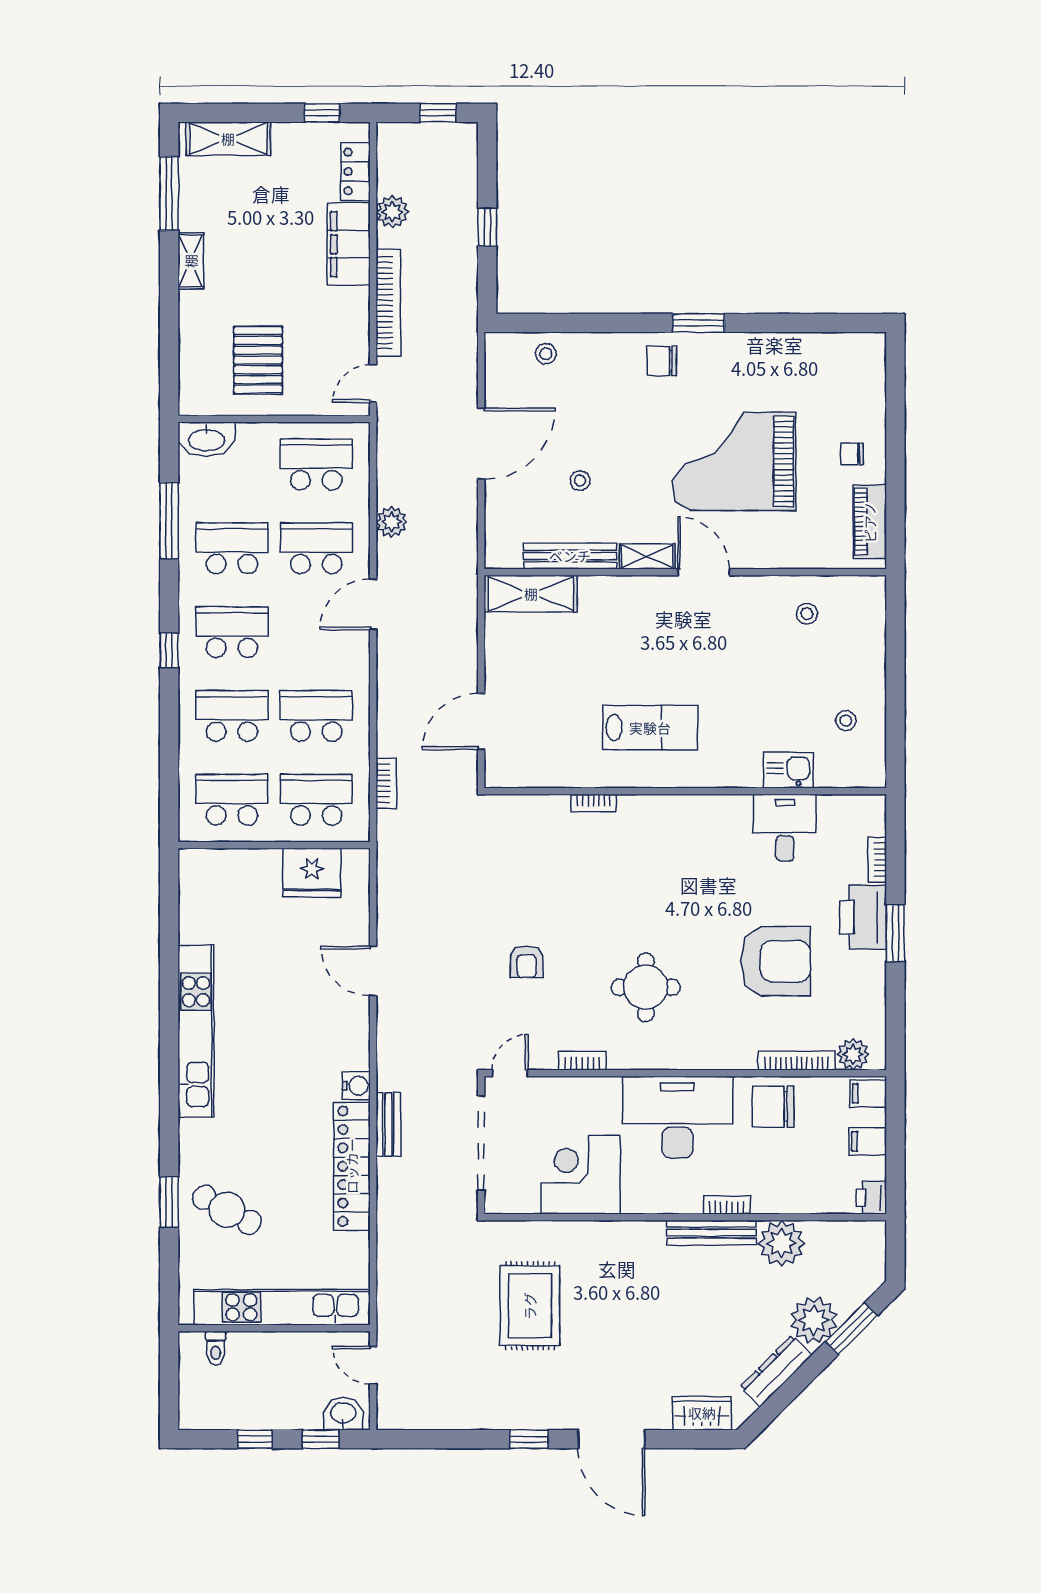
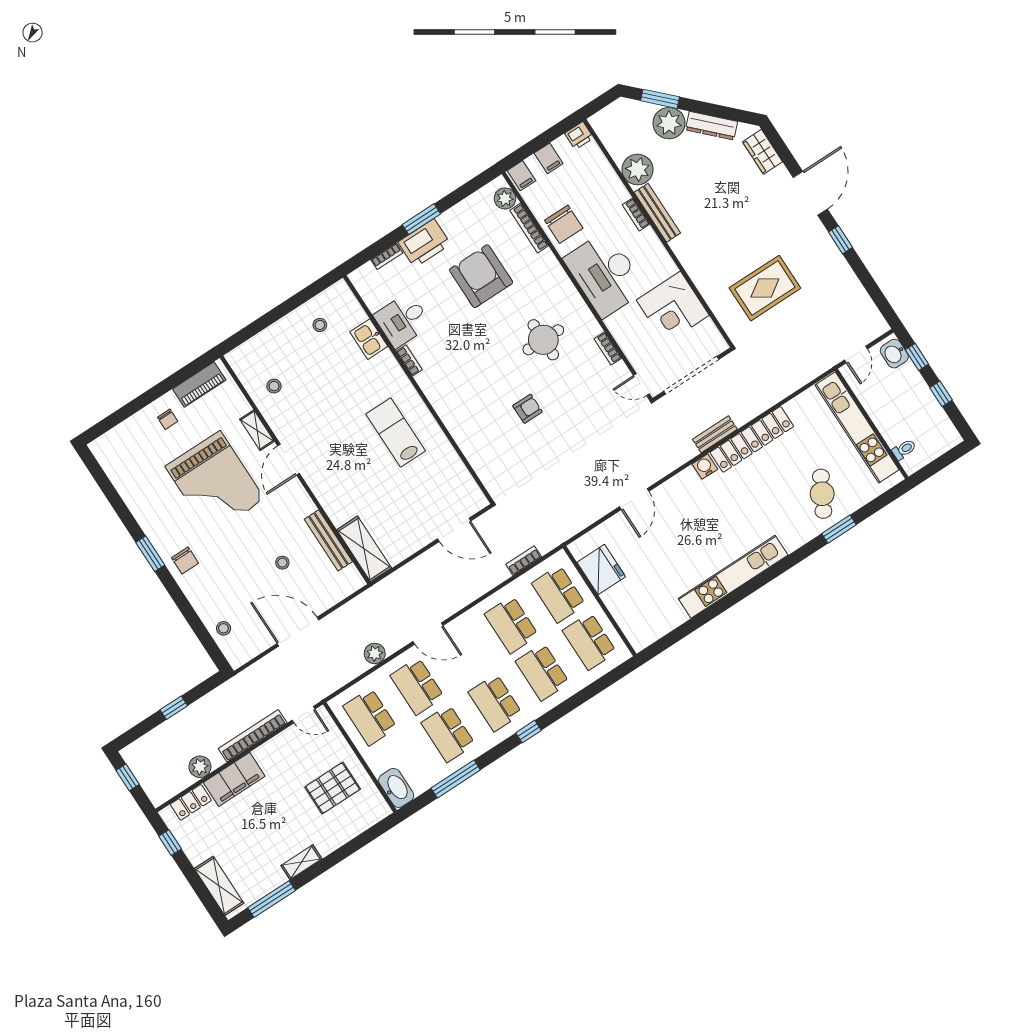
shelving: (647, 556) -> (257, 430), moved
bookcase: (594, 803) -> (409, 360), moved
armchair: (527, 962) -> (528, 409), moved

